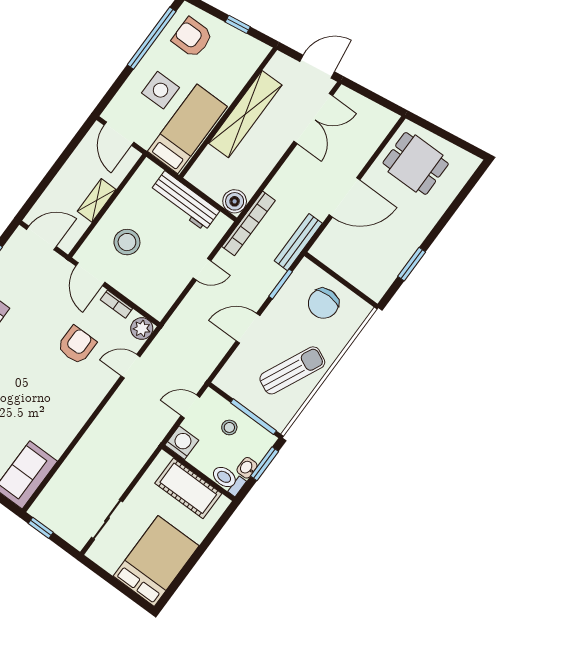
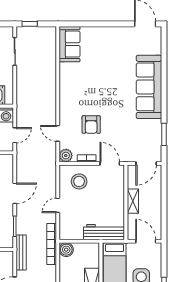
workbench: (185, 201) -> (104, 232), moved
stool: (127, 242) -> (79, 181), moved
door: (130, 366) -> (58, 133), swing flipped
window: (41, 528) -> (30, 24), moved

